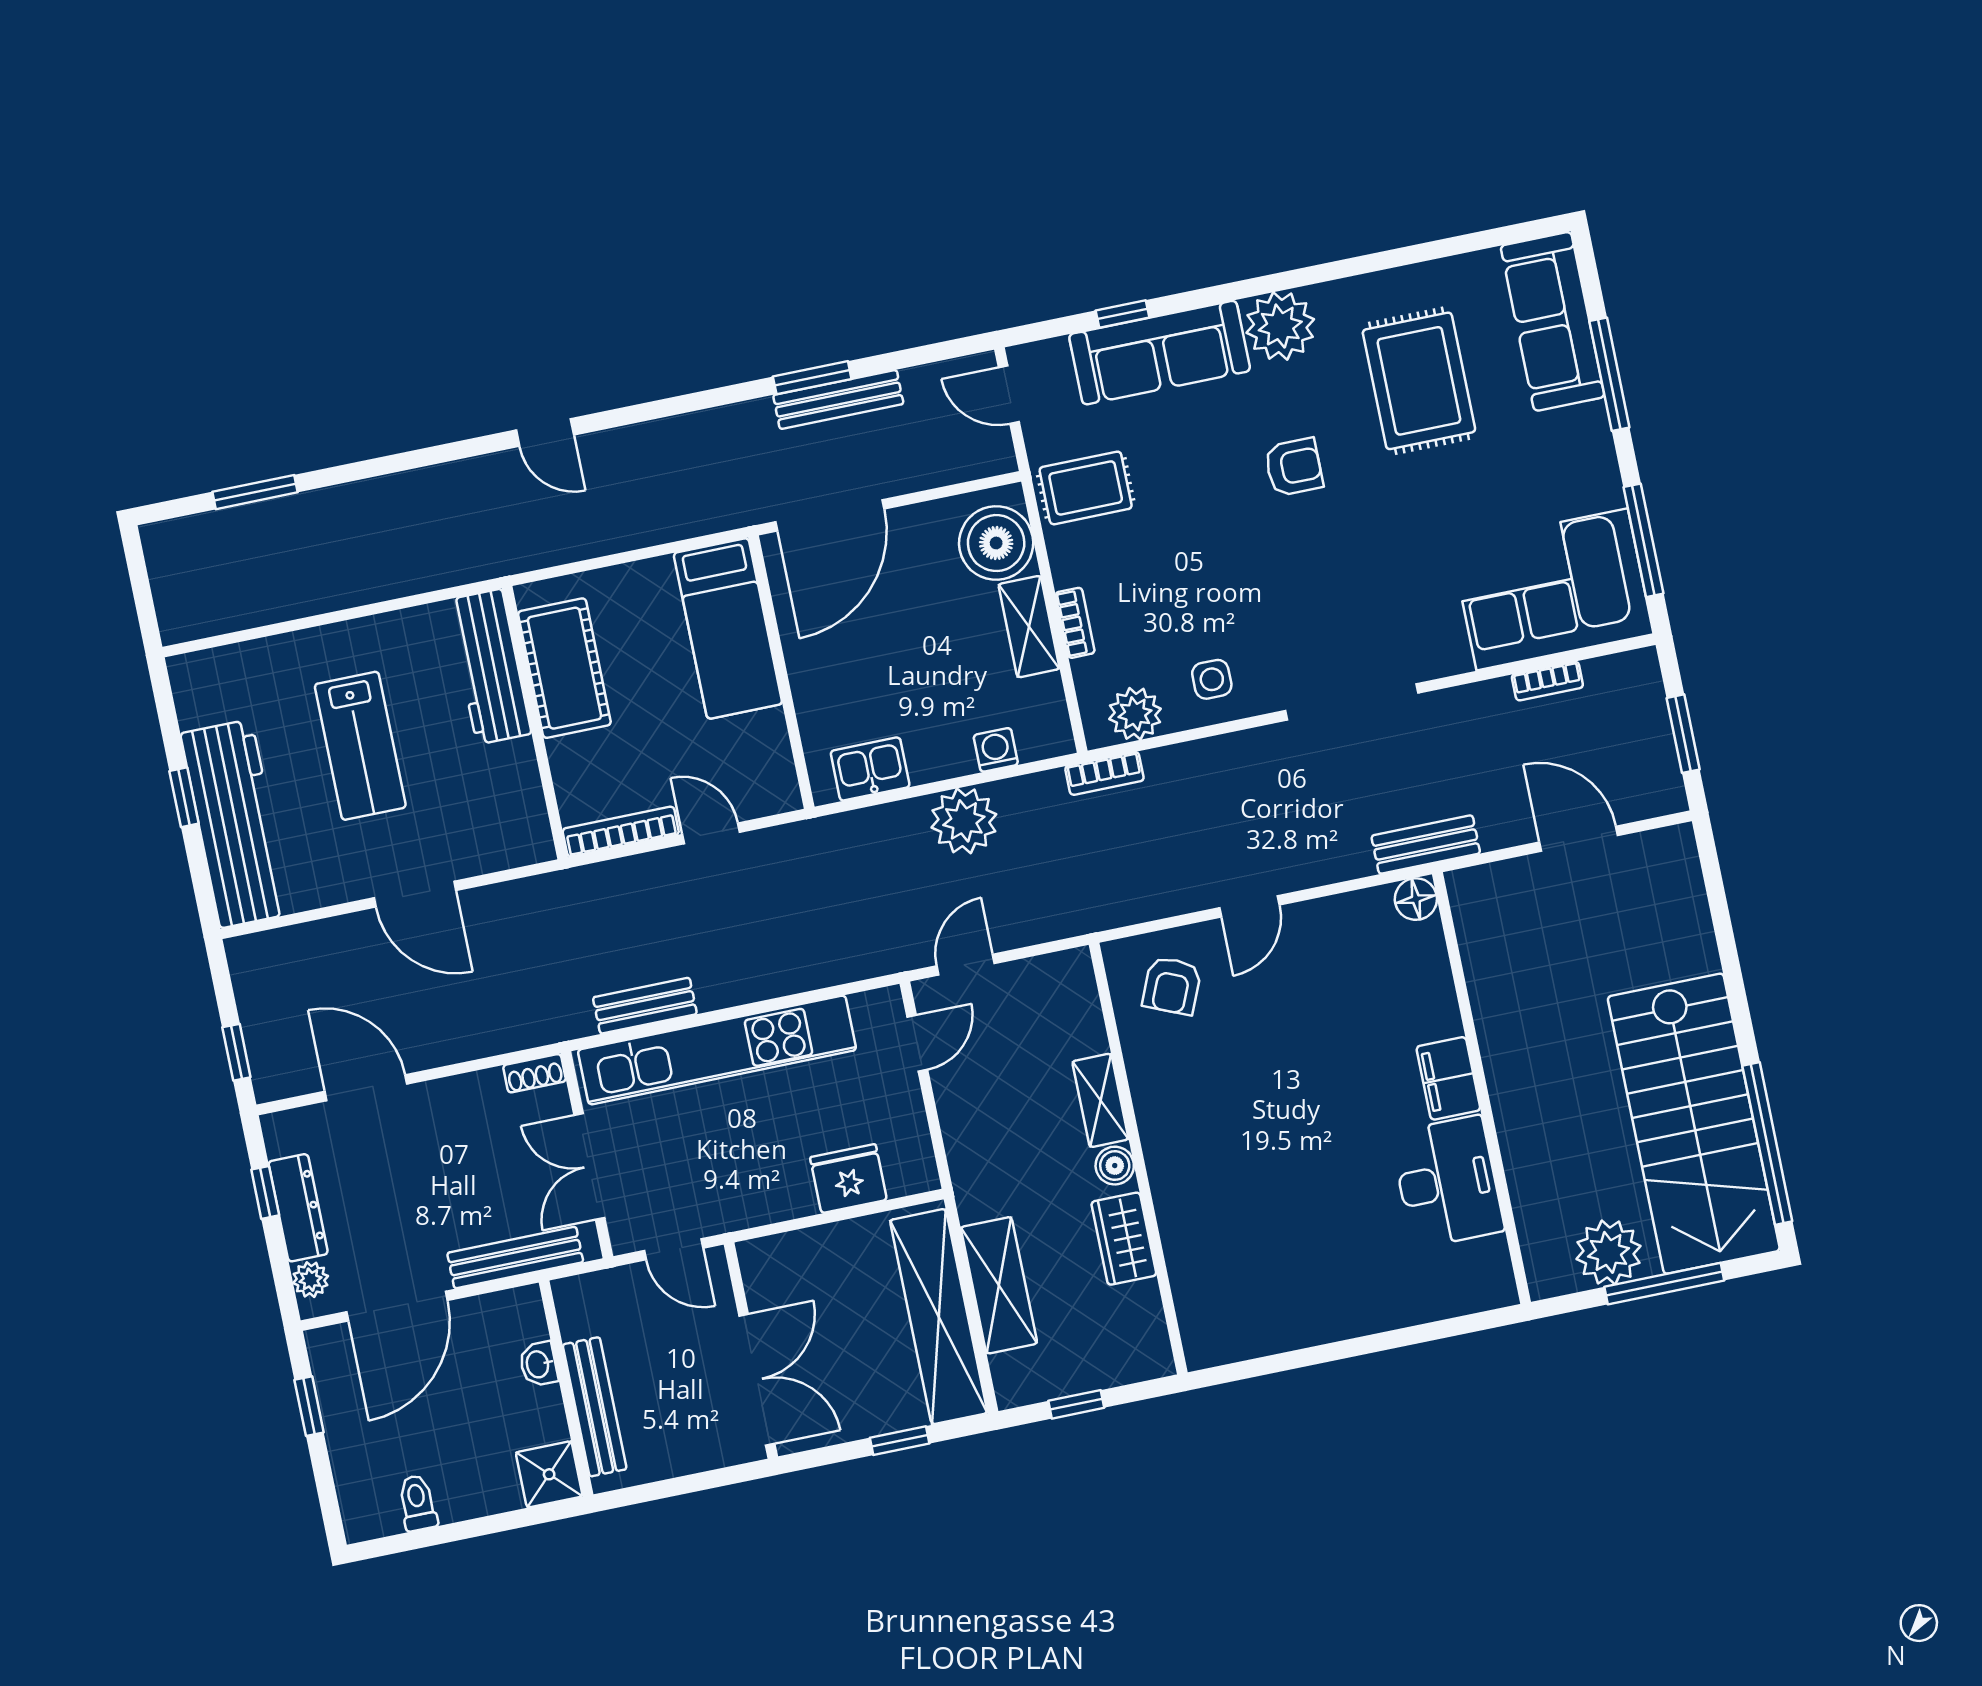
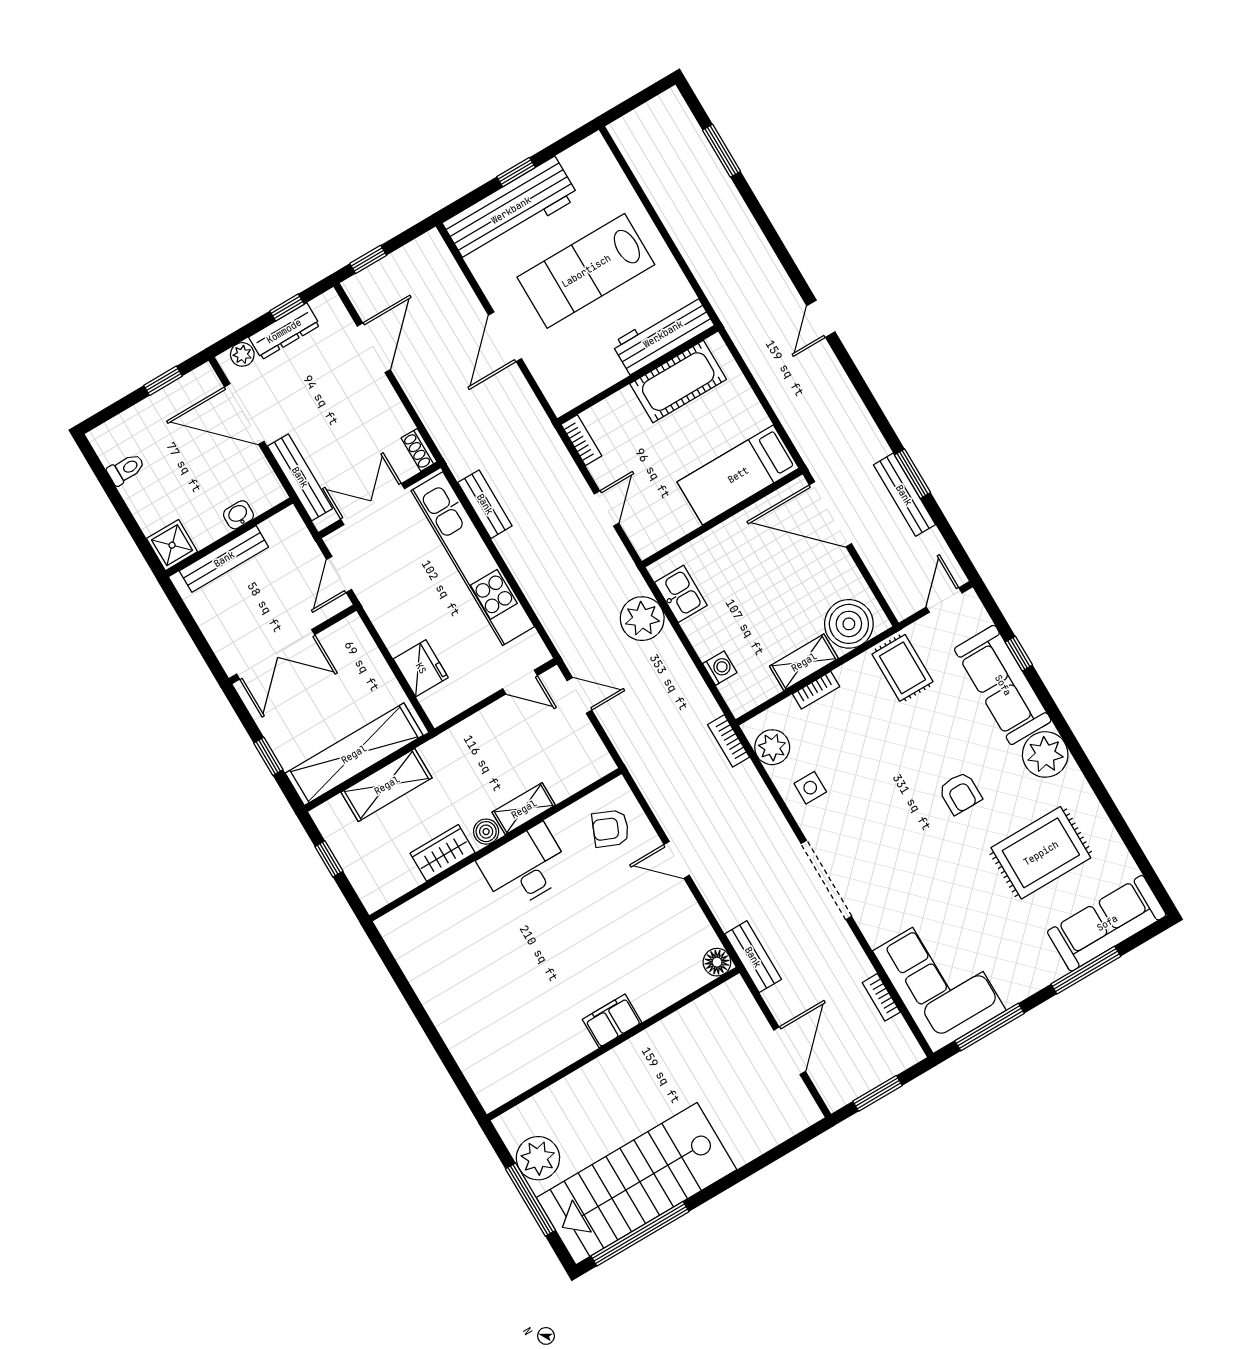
lab bench: (360, 746) -> (586, 271), width x1.36, depth x1.39
plant: (964, 821) -> (642, 619), moved
bookcase: (621, 832) -> (581, 440), width x0.64
desk: (1447, 1182) -> (525, 867), moved, turned 180

